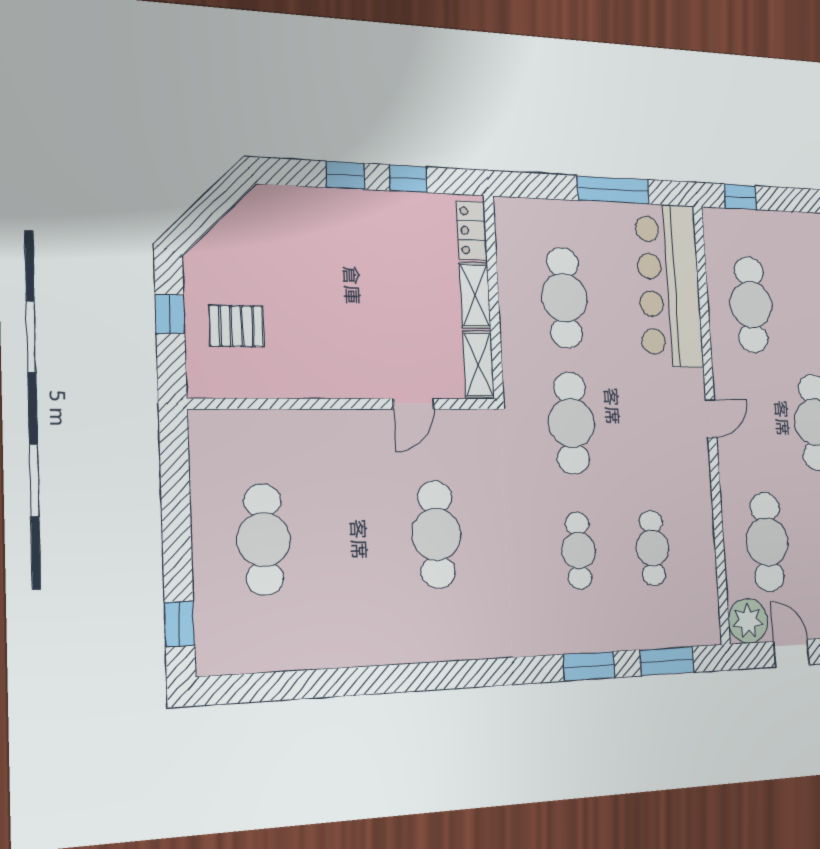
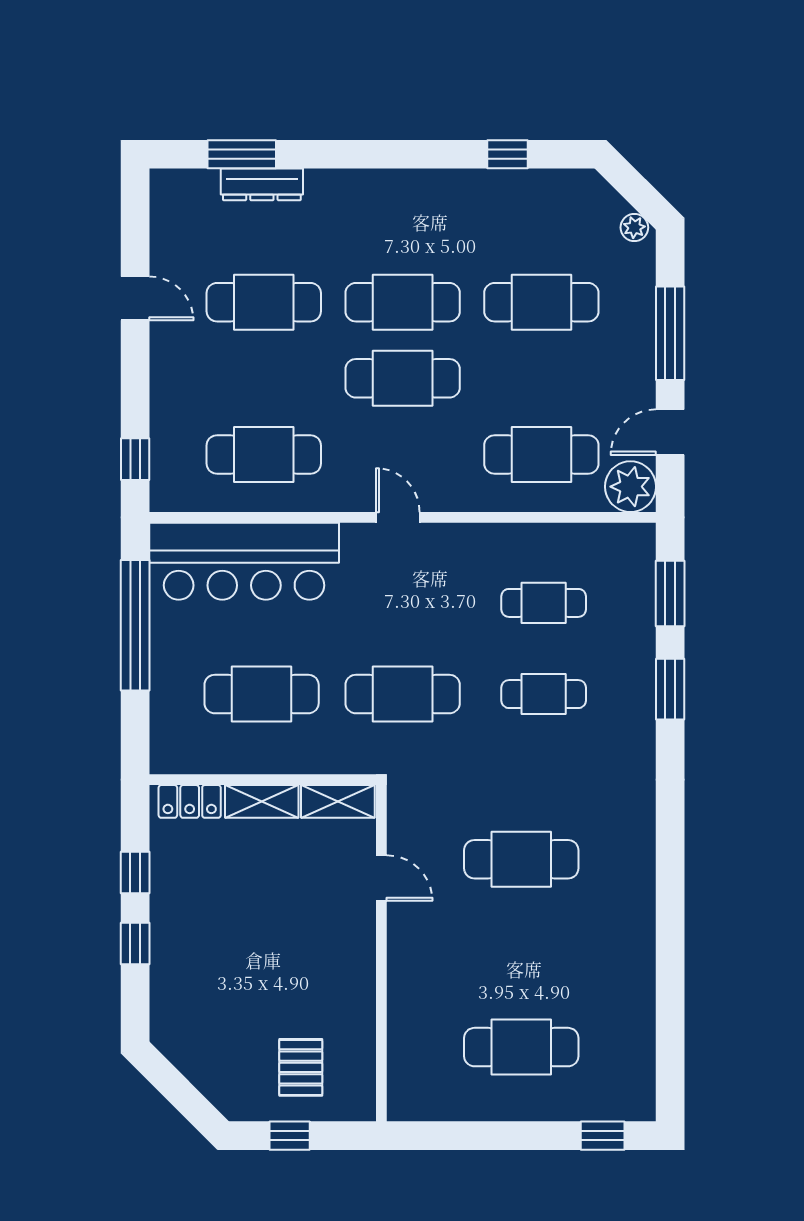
window: (613, 190) -> (135, 625), width x1.46

